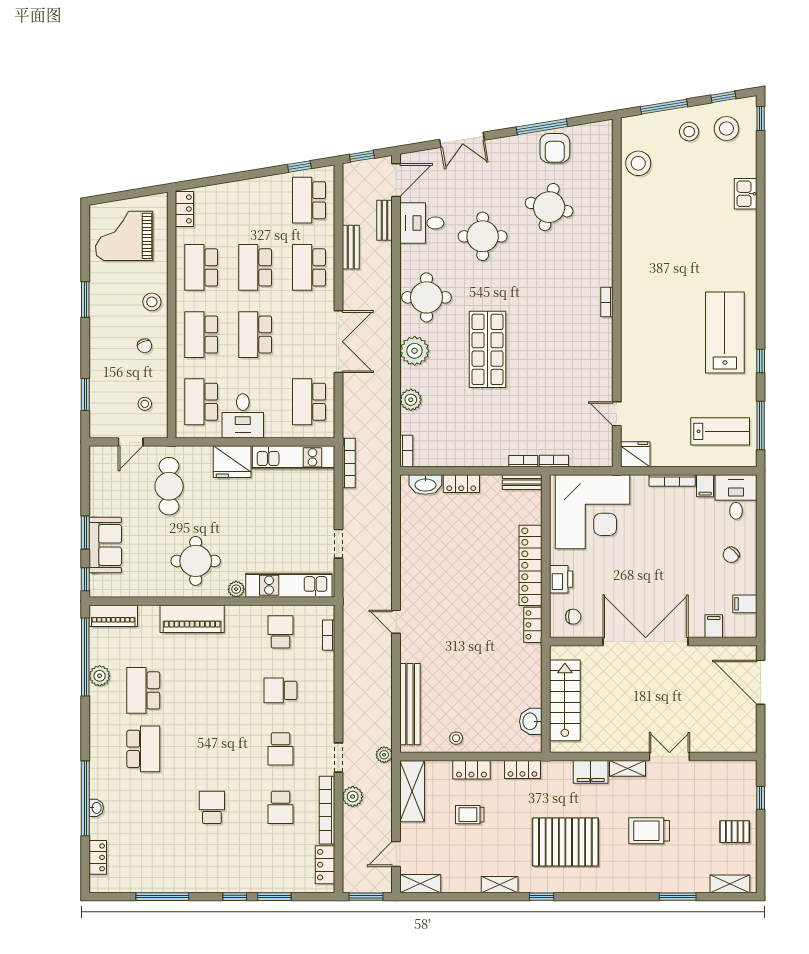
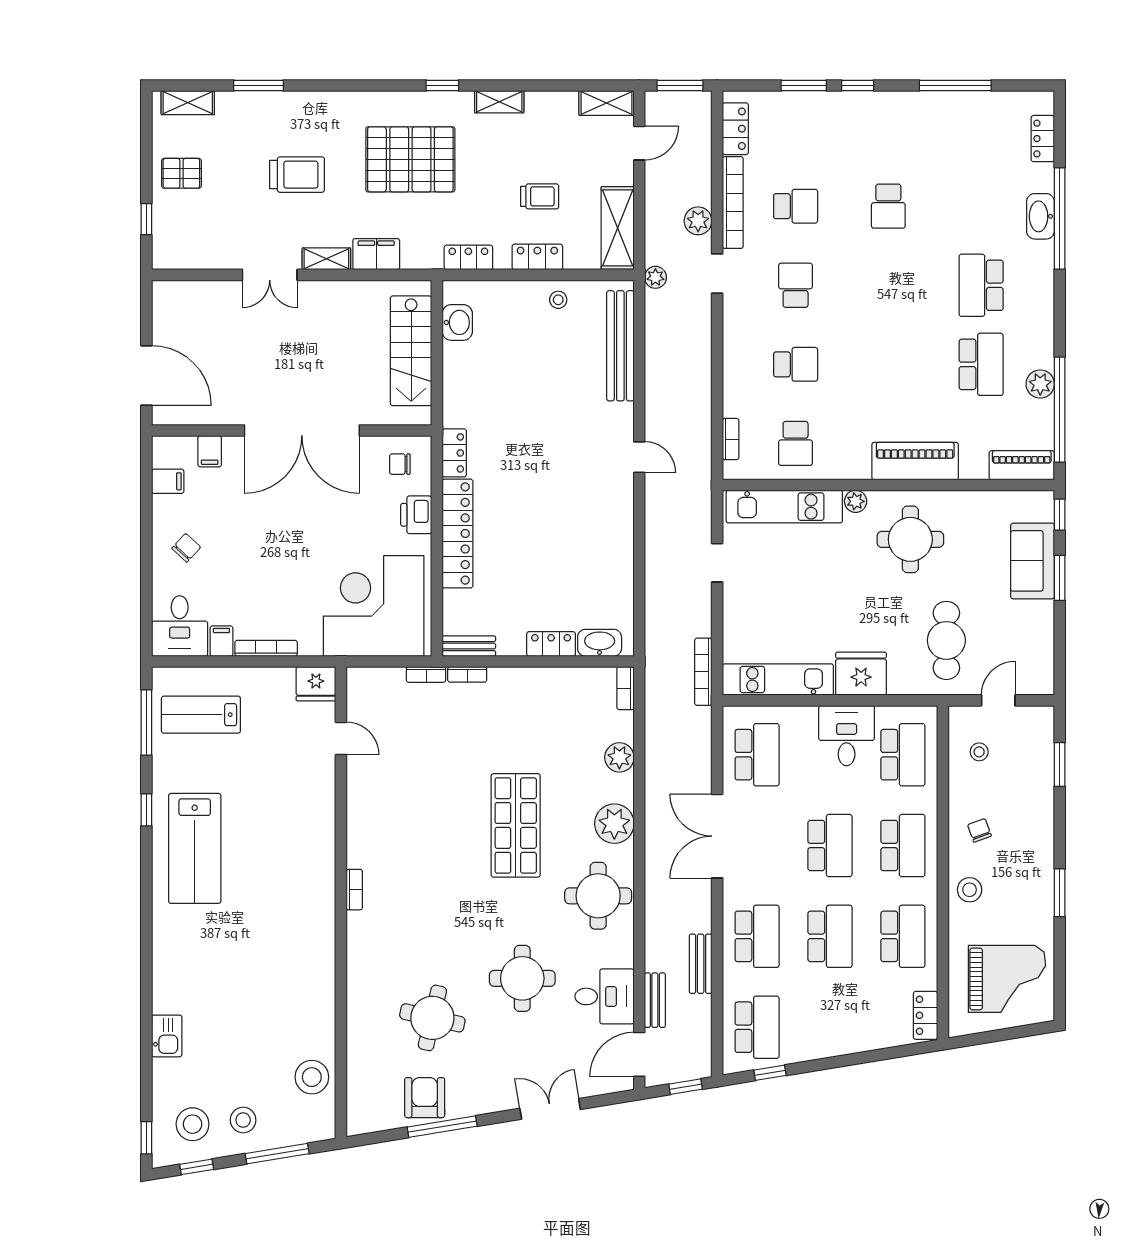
school desk: (281, 807) -> (796, 206), turned 90
washbasin: (96, 808) -> (1040, 216), width x1.91, depth x1.45

